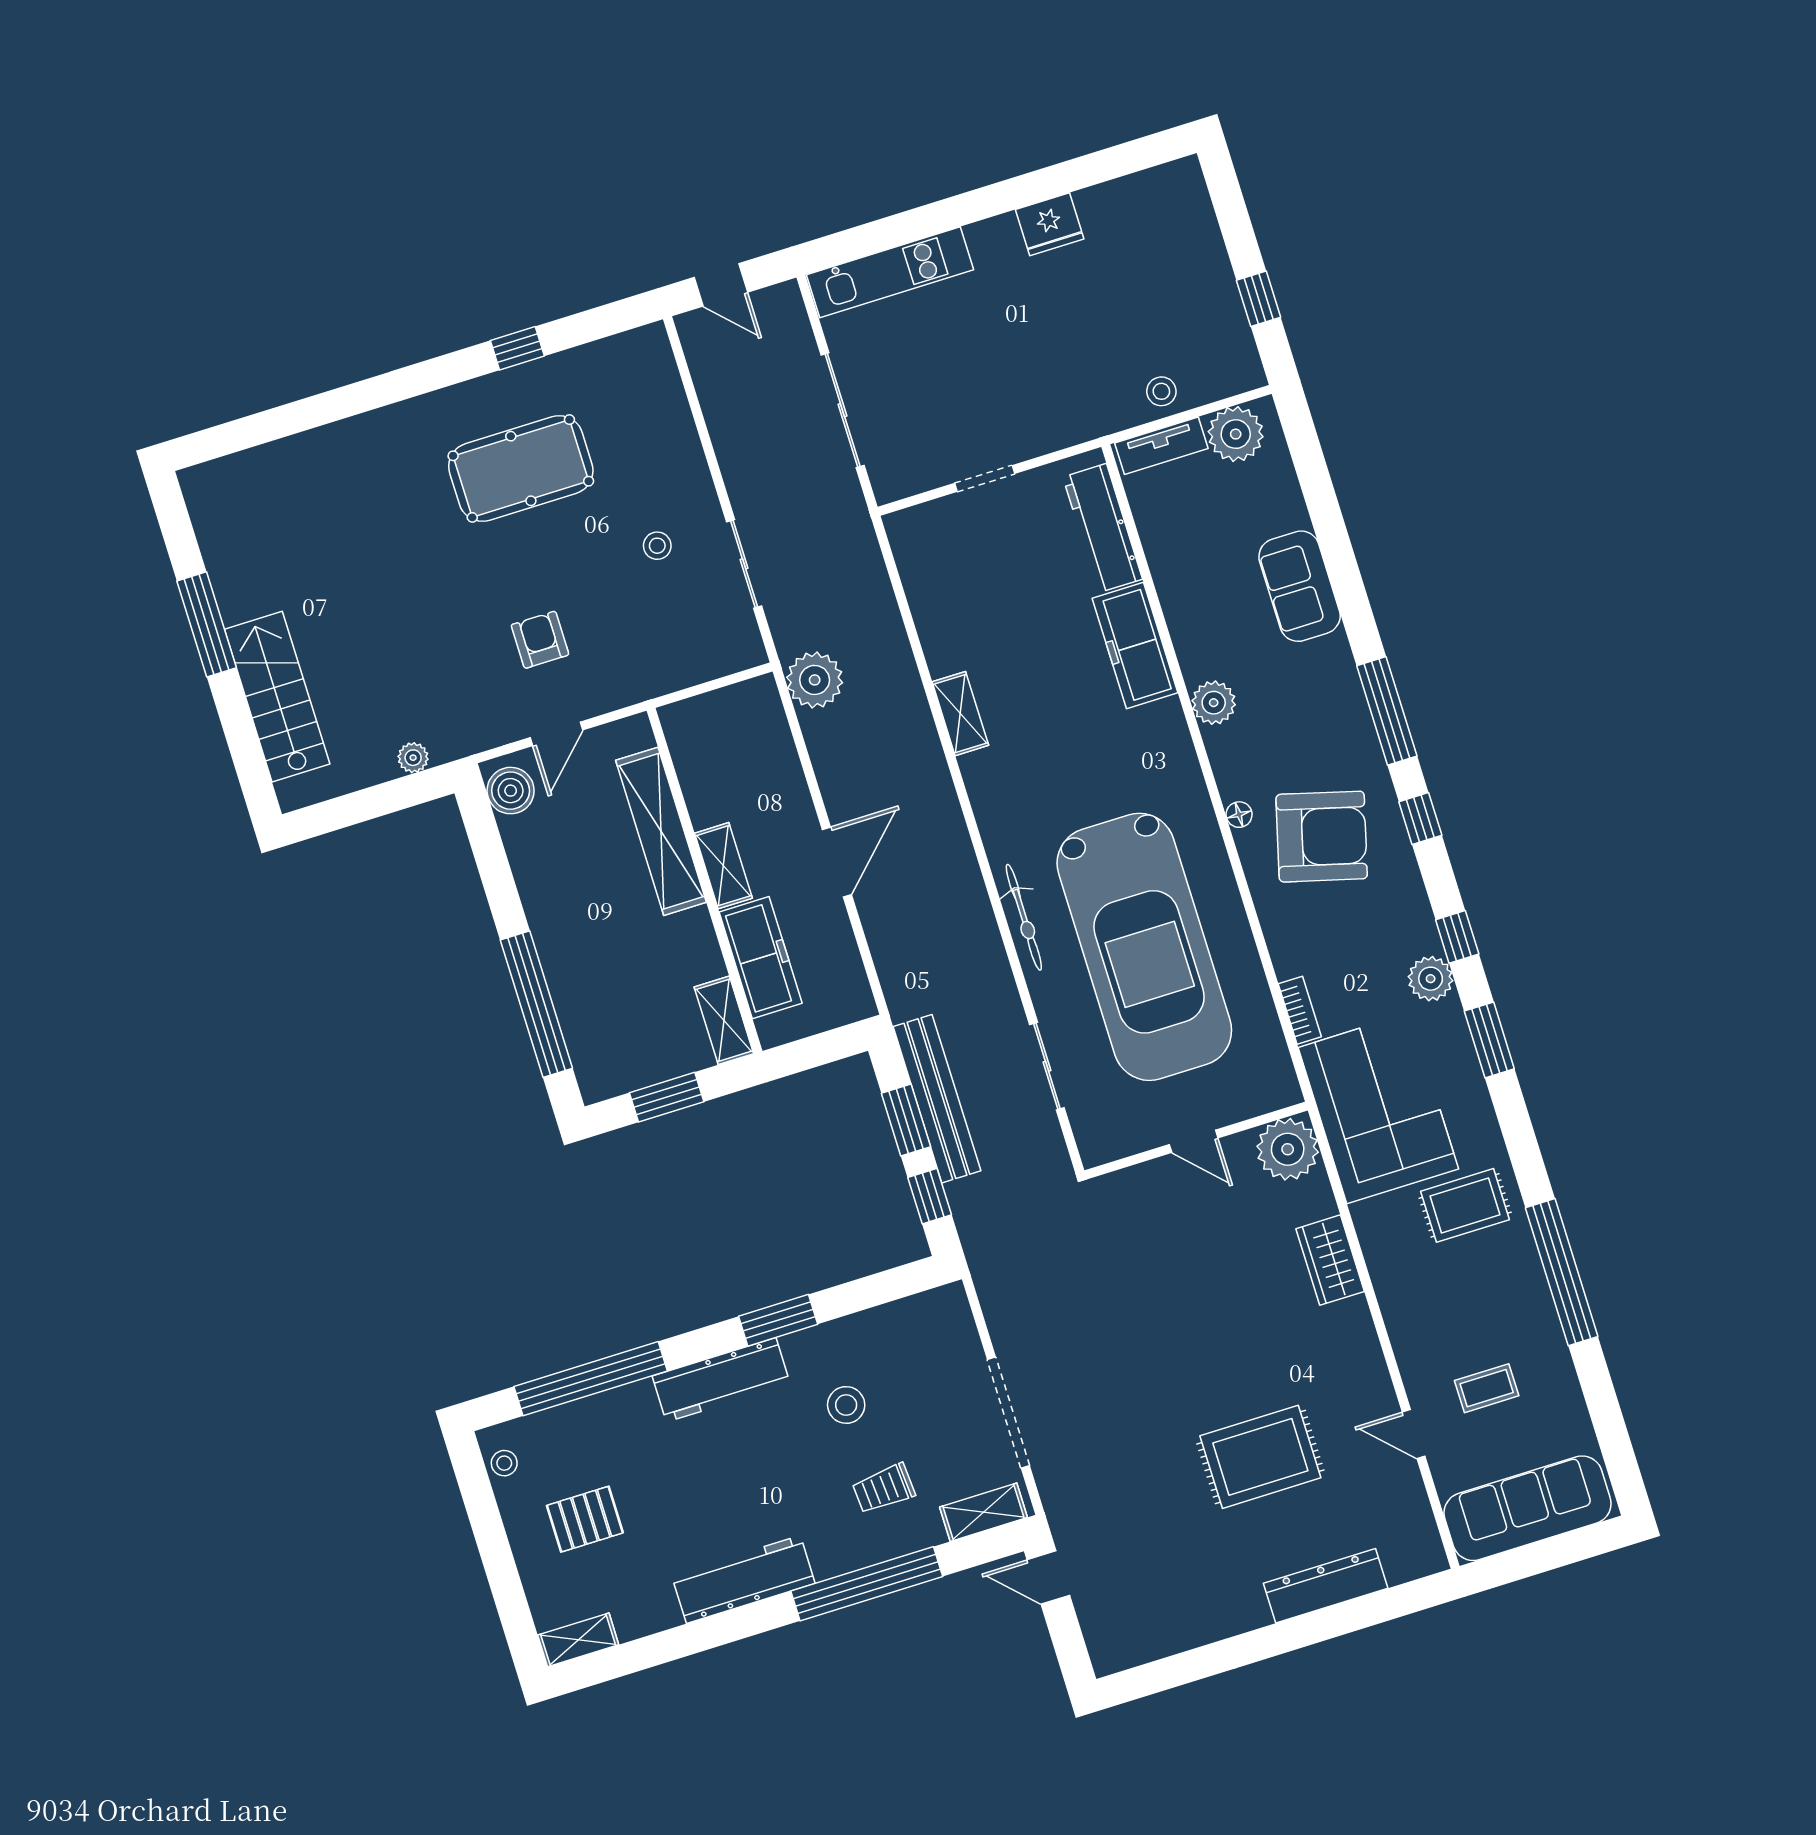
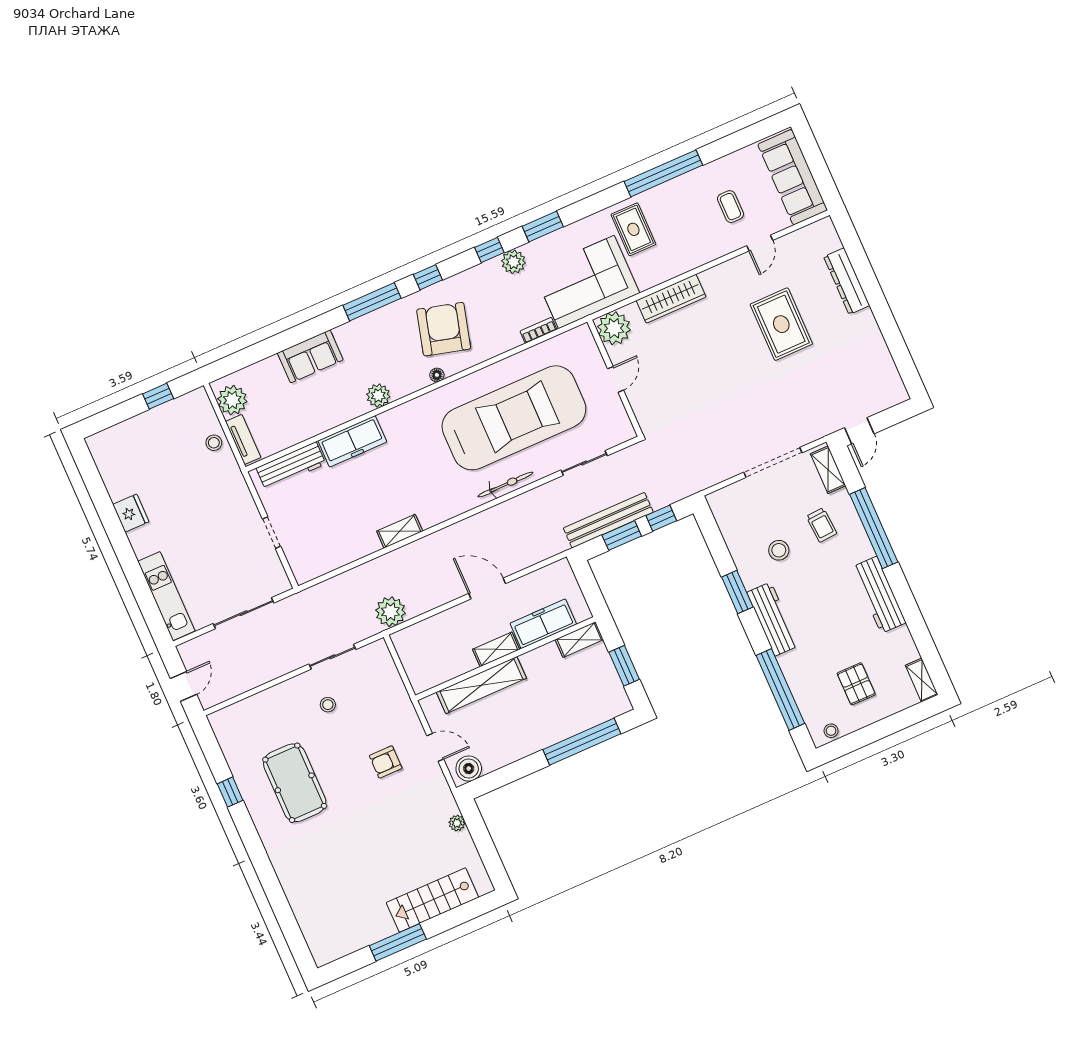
wardrobe: (1330, 1260) -> (671, 299), width x1.50

